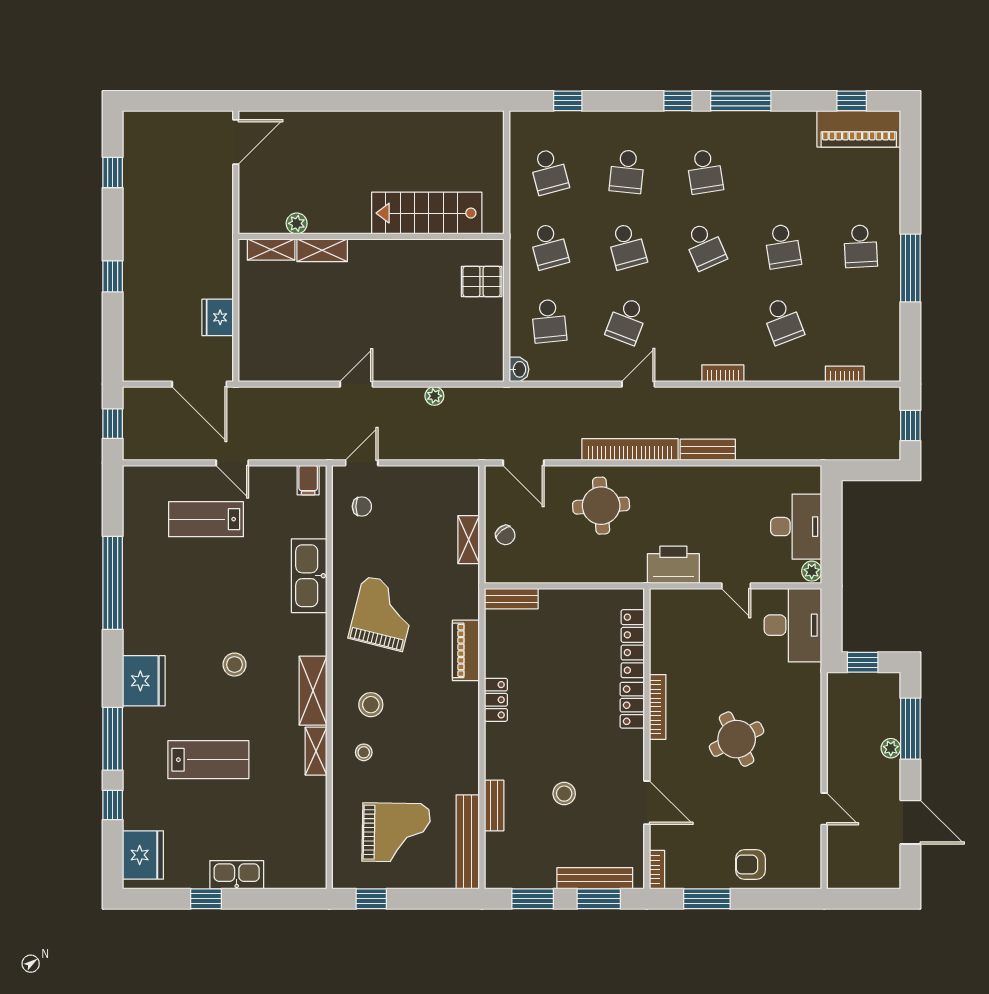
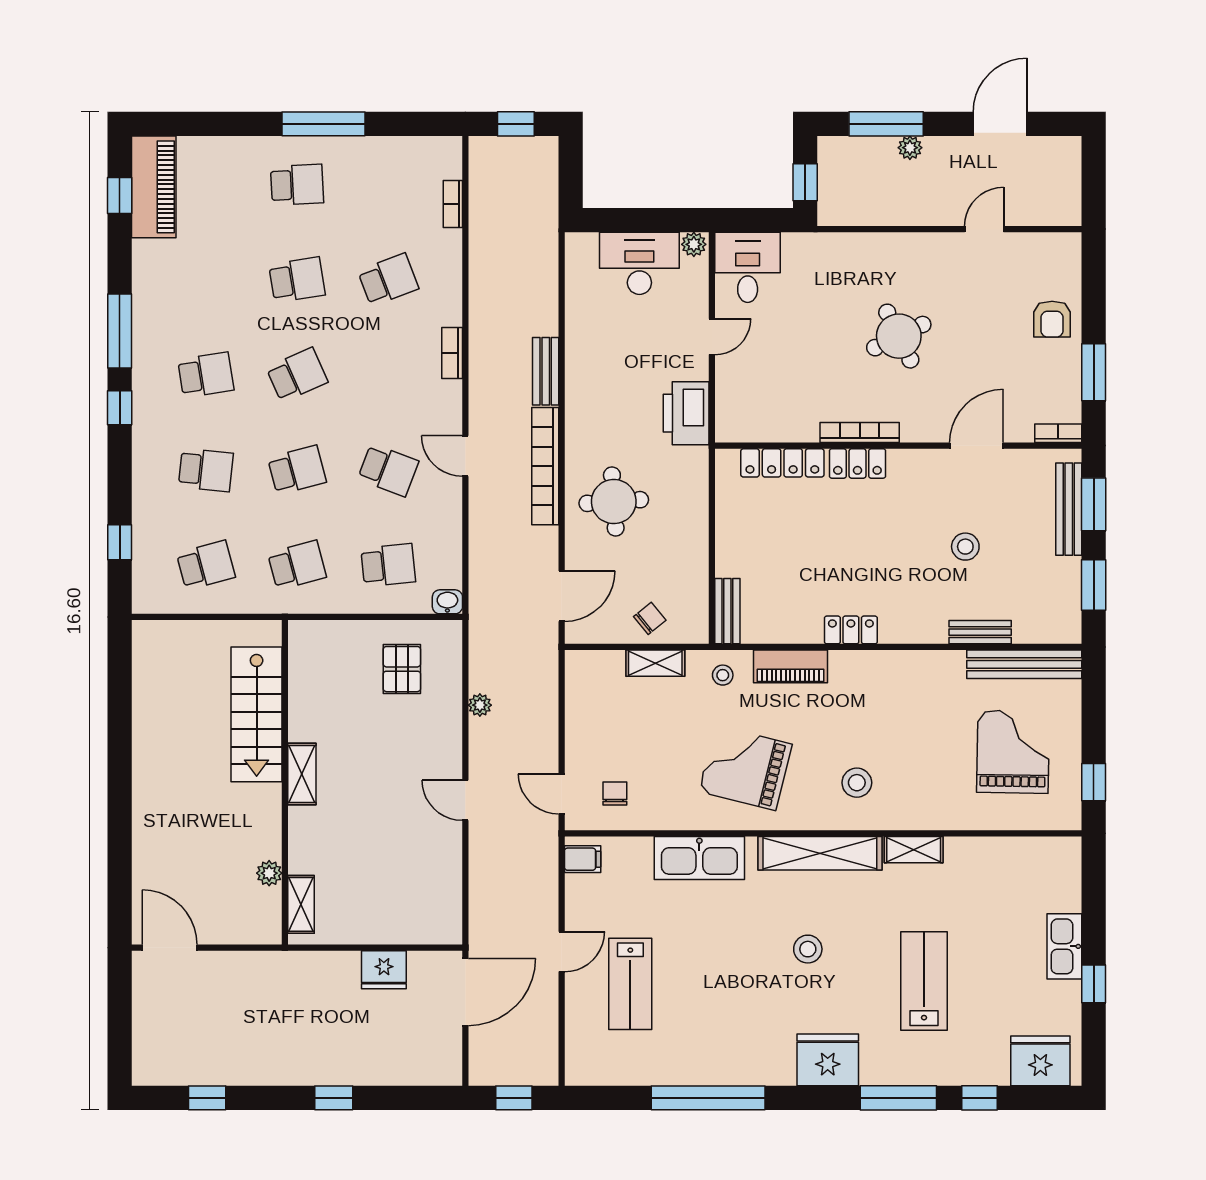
shelving: (322, 250) -> (302, 774), moved
pallet: (482, 281) -> (402, 669), moved
desk: (793, 625) -> (748, 267), width x0.73
shelving: (313, 691) -> (820, 853), width x1.47
stool: (364, 752) -> (723, 675), moved

